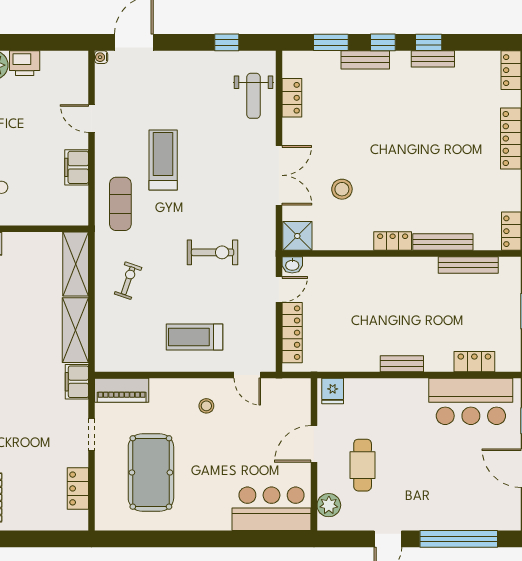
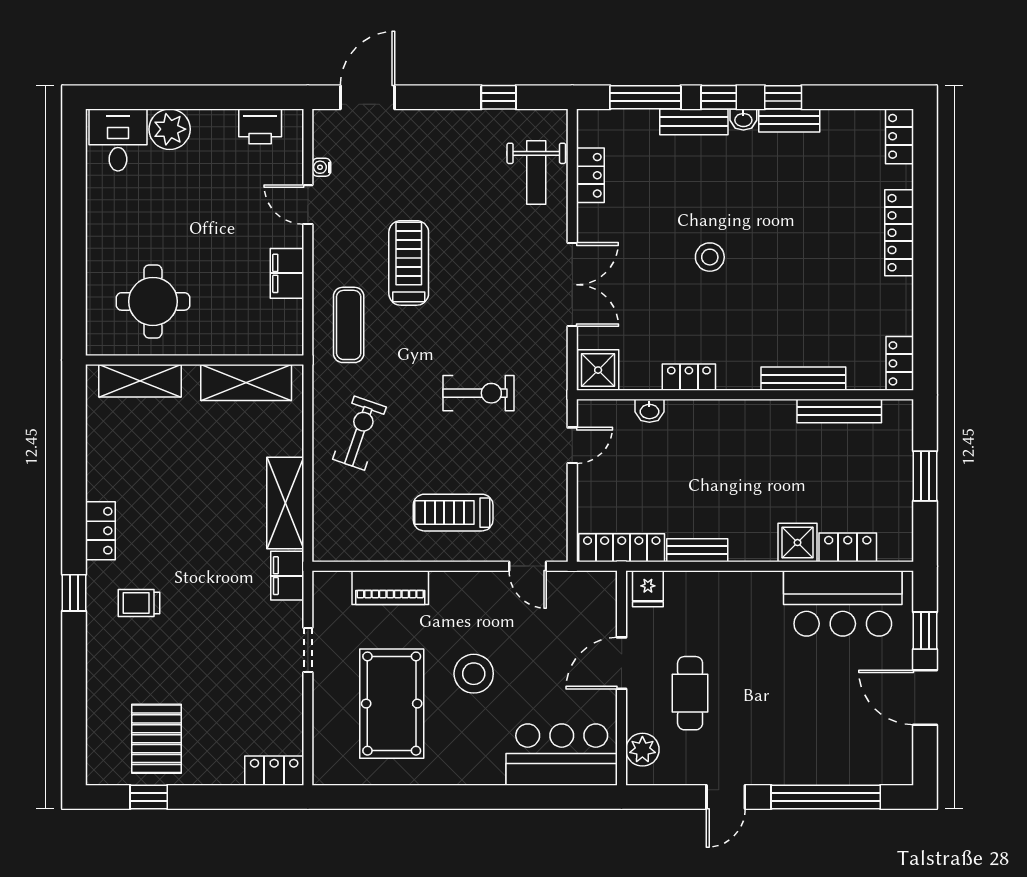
window: (331, 42) -> (645, 97), width x1.44
water cooler: (101, 57) -> (321, 167), moved
washbasin: (400, 58) -> (743, 119), added
printer: (25, 63) -> (260, 126), moved
stool: (342, 189) -> (710, 257), moved
locker: (393, 241) -> (689, 377), moved
shelving: (76, 264) -> (246, 382), moved, turned 90
washbasin: (292, 265) -> (649, 411), moved
exercise bike: (128, 281) -> (359, 433), width x1.38, depth x1.39
locker: (292, 333) -> (622, 548), moved, turned -90
shower: (439, 358) -> (798, 543), added
bench: (402, 364) -> (697, 550), moved
piano: (122, 390) -> (390, 588), moved
stool: (206, 406) -> (474, 674), moved, width x1.89, depth x1.89
locker: (78, 488) -> (274, 771), moved, turned 90

